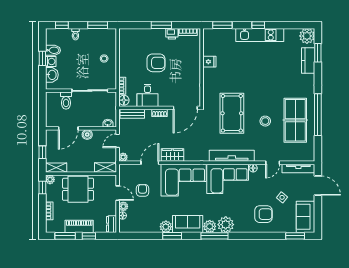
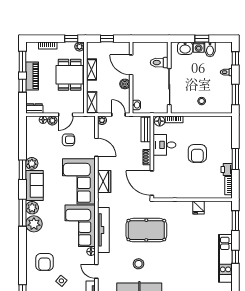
wardrobe: (173, 155) -> (104, 182), moved
shelving: (56, 168) -> (92, 70), moved

